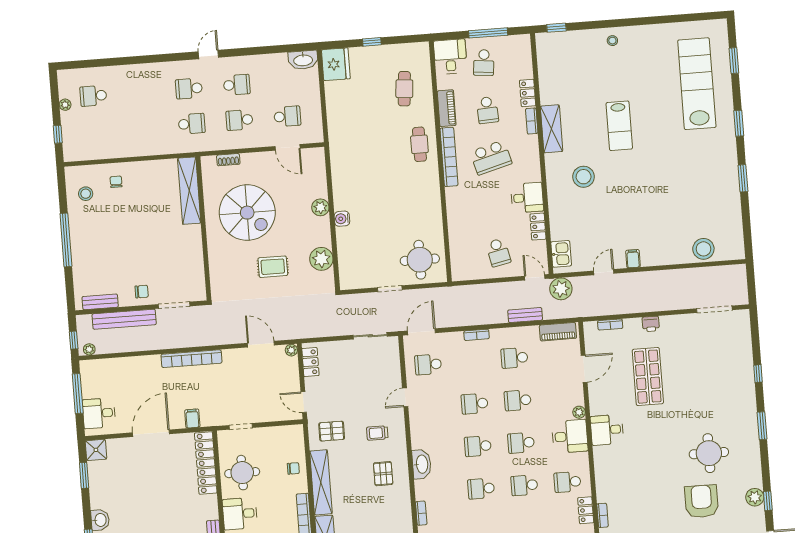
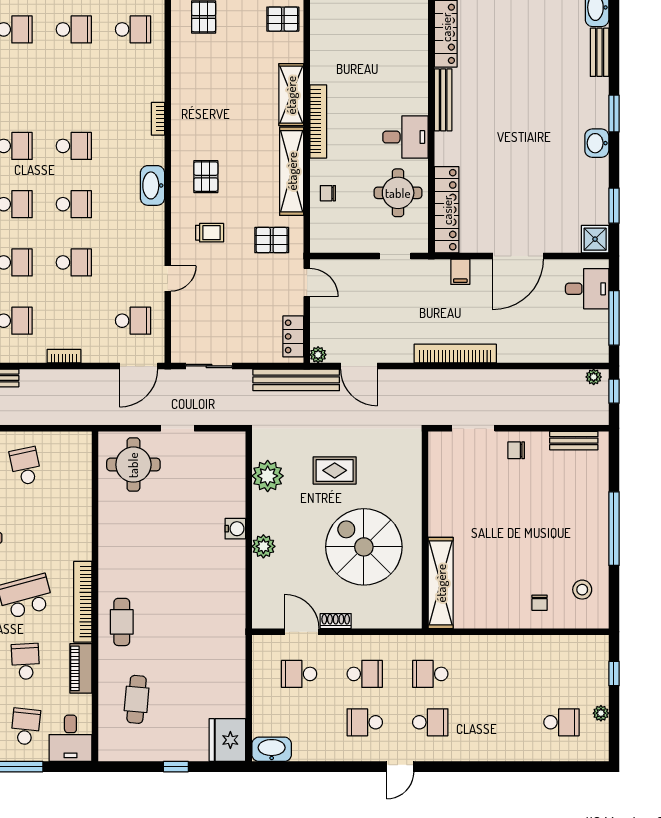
shoe rack: (228, 160) -> (336, 621), moved
bench: (124, 319) -> (296, 380), moved

